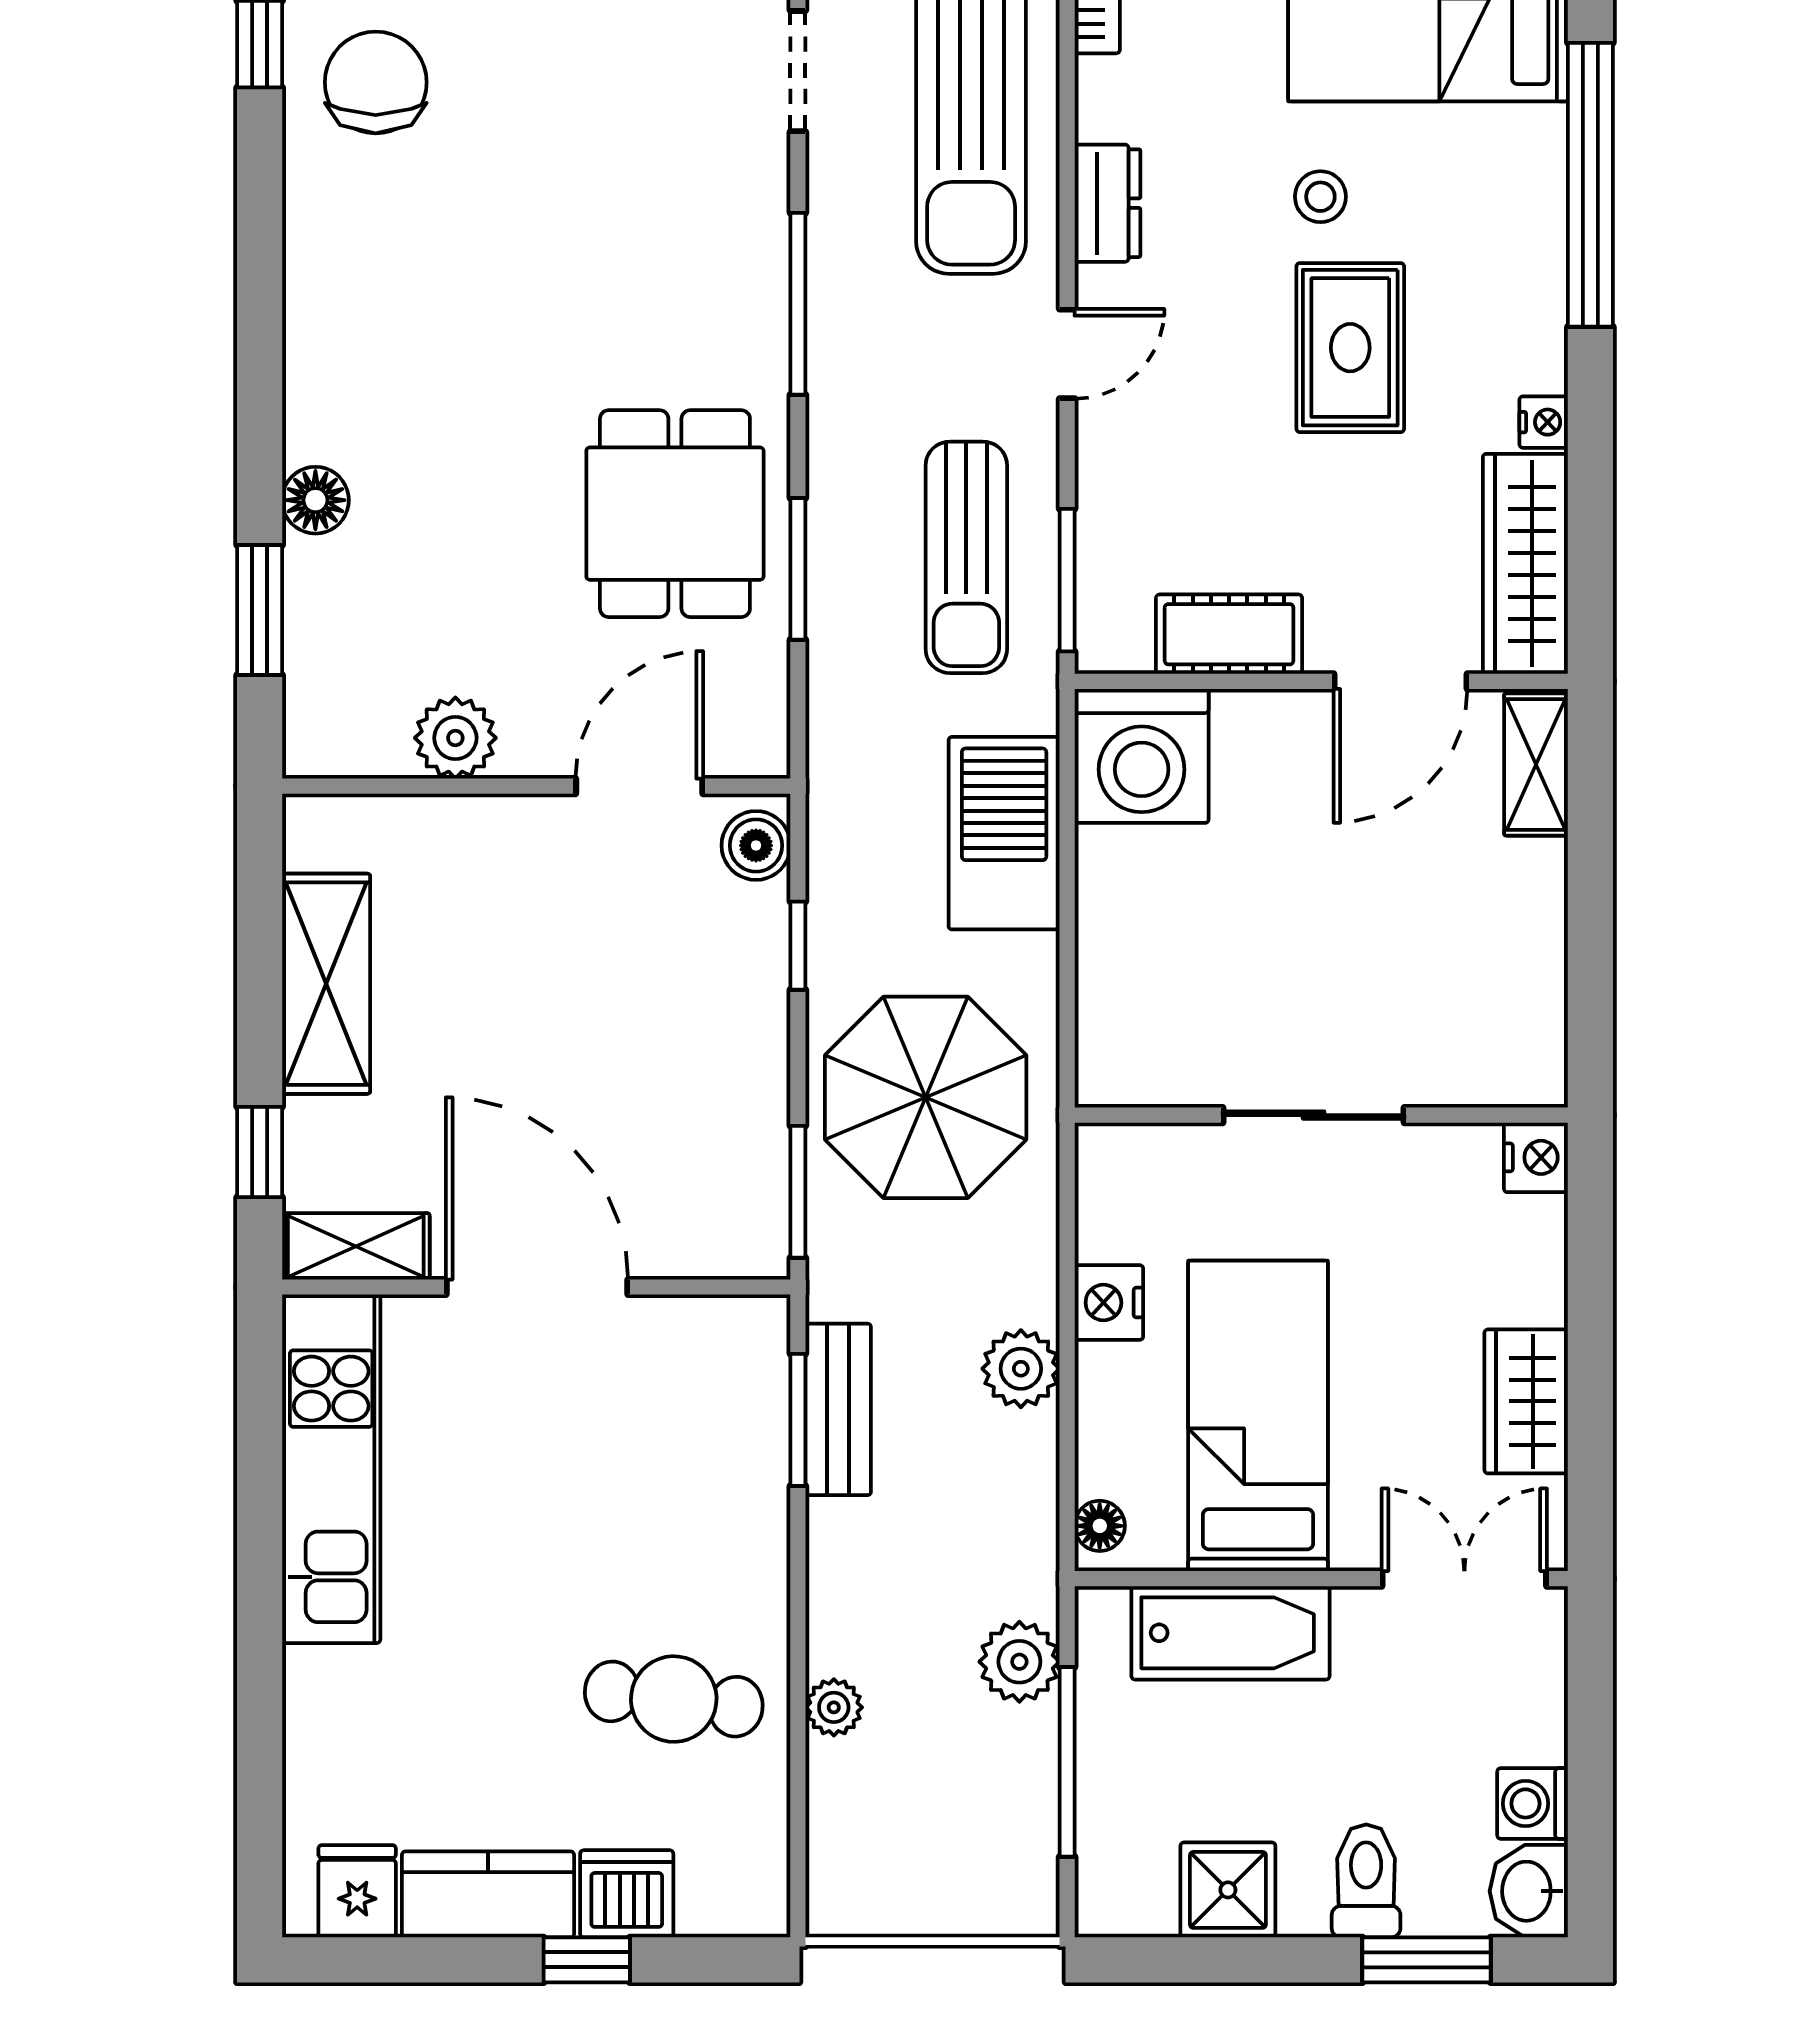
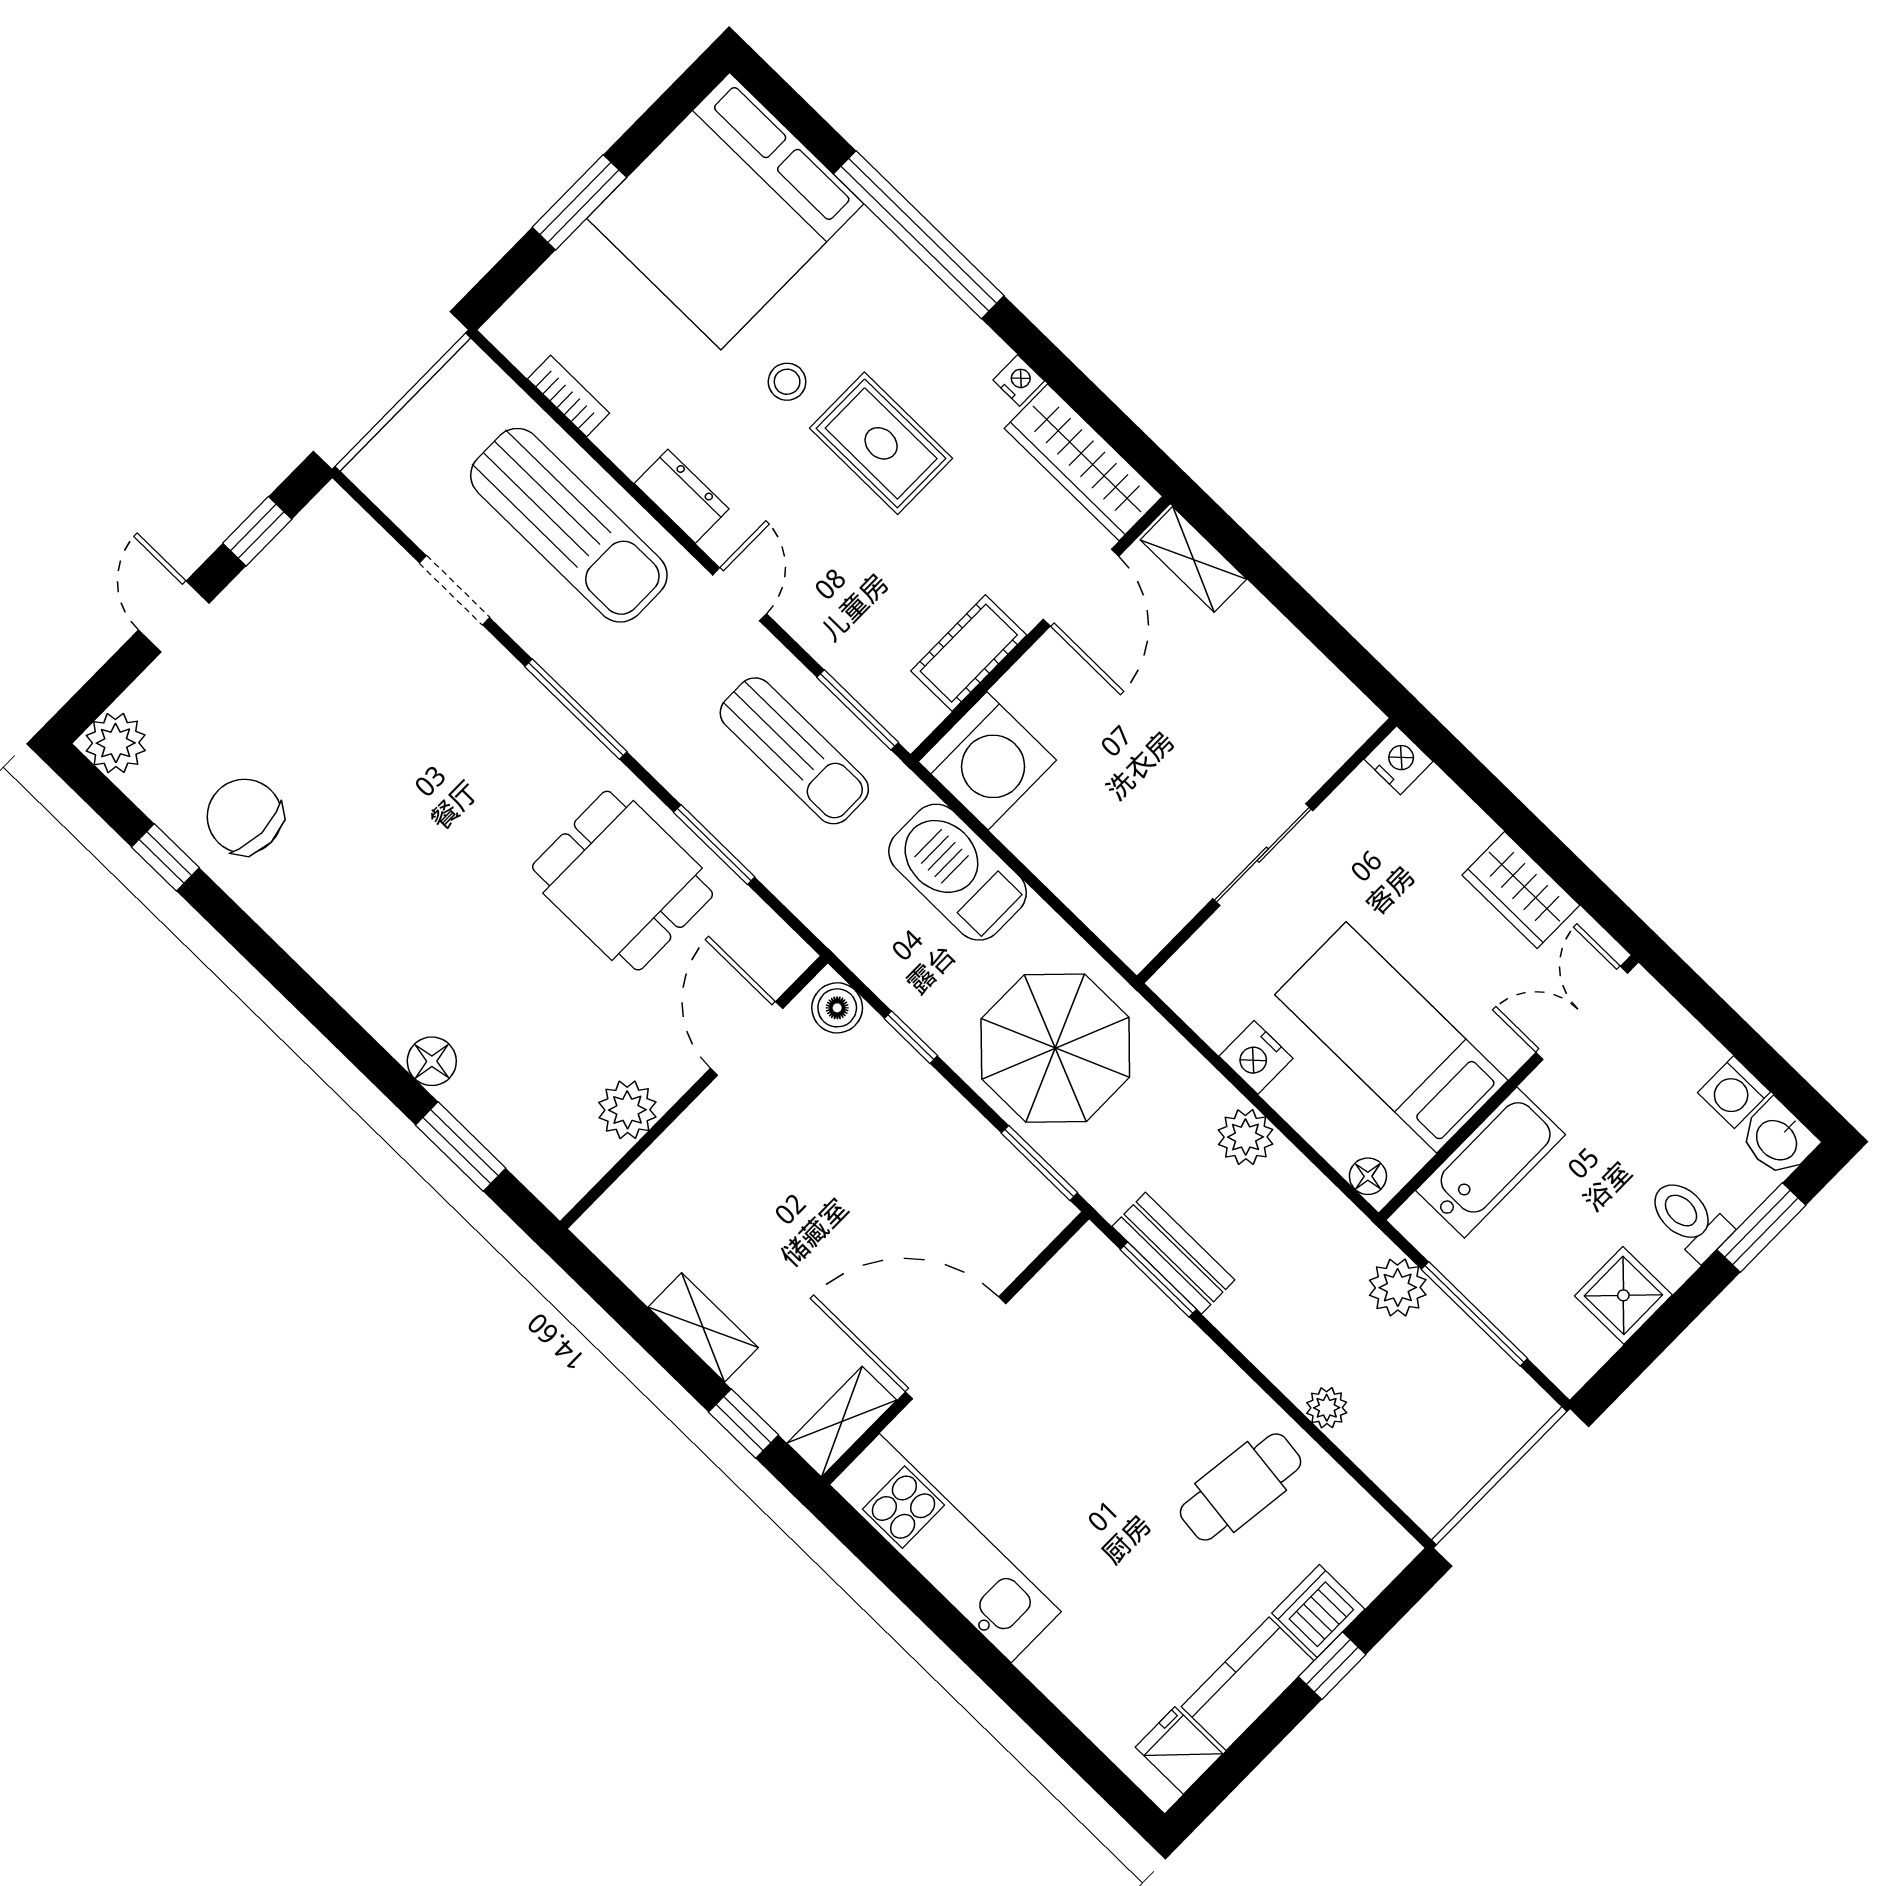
shelving: (326, 984) -> (703, 1327), width x0.67, depth x0.75

